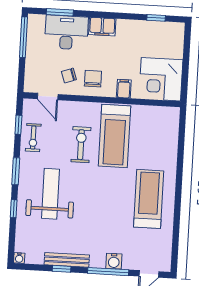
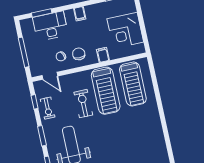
filing cabinet: (102, 27) -> (80, 14), width x0.50
window: (23, 37) -> (24, 52), moved
corner desk: (161, 79) -> (125, 30), moved
treadmill: (149, 199) -> (133, 84), moved, turned 180

